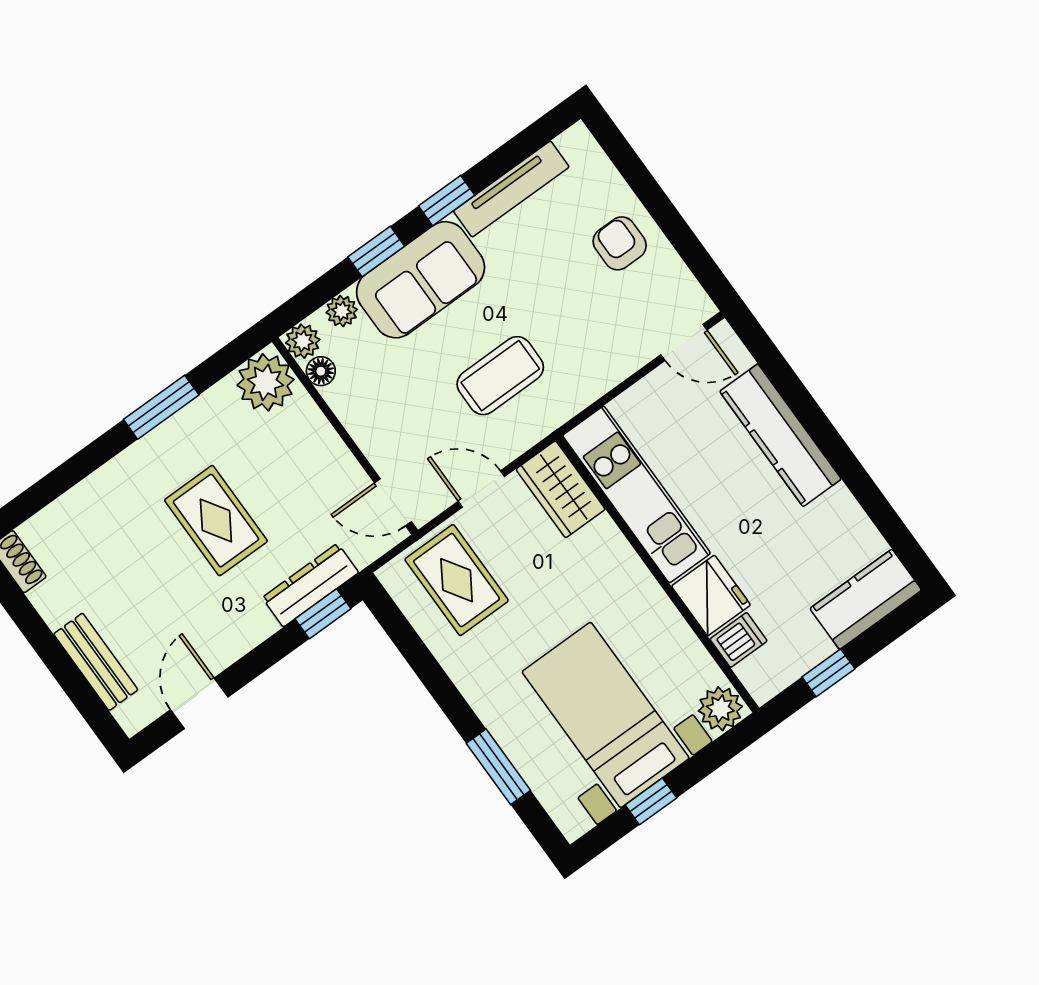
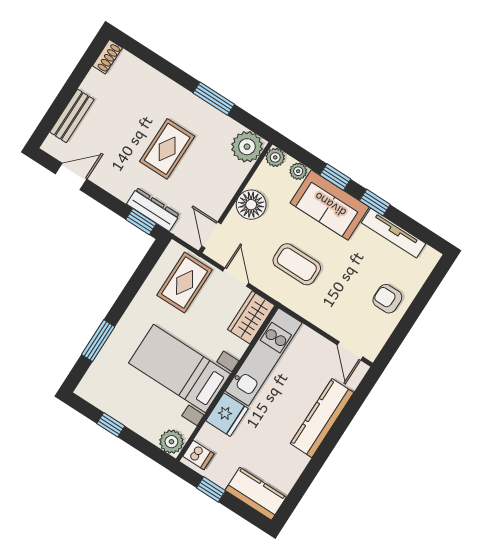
armchair: (620, 243) -> (387, 299), turned -90
floor lamp: (321, 371) -> (251, 205), moved, width x1.89, depth x1.89
dishwasher: (739, 640) -> (198, 455), moved
bed with nightstands: (606, 715) -> (180, 368), moved, turned -90

